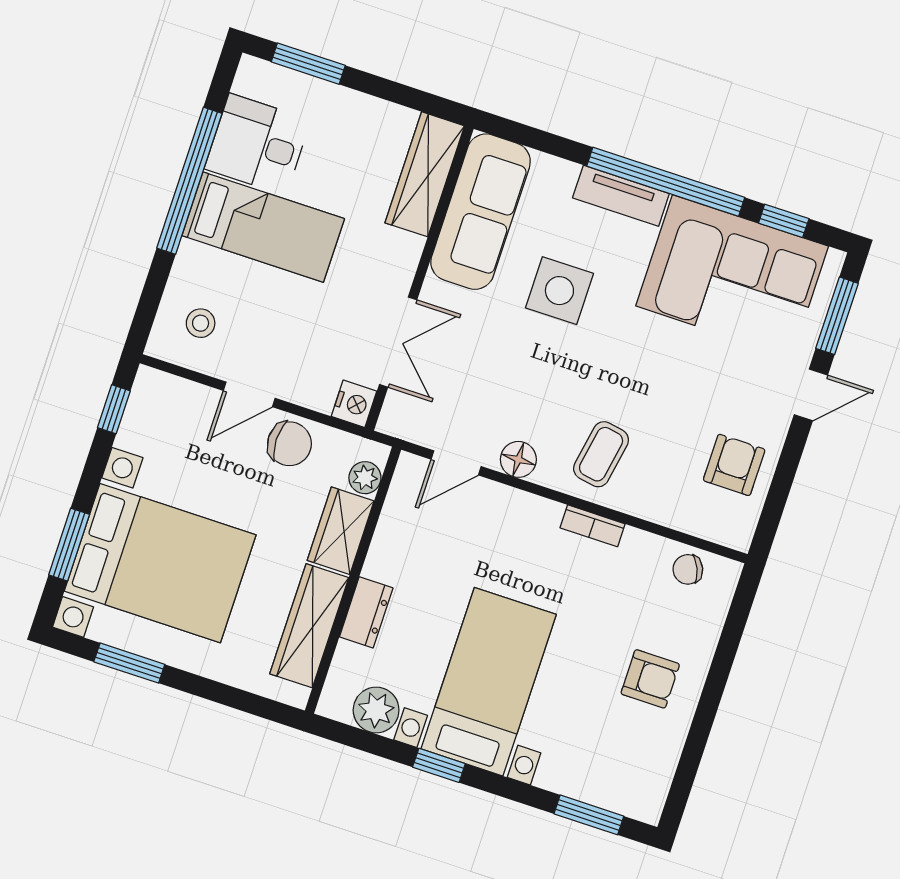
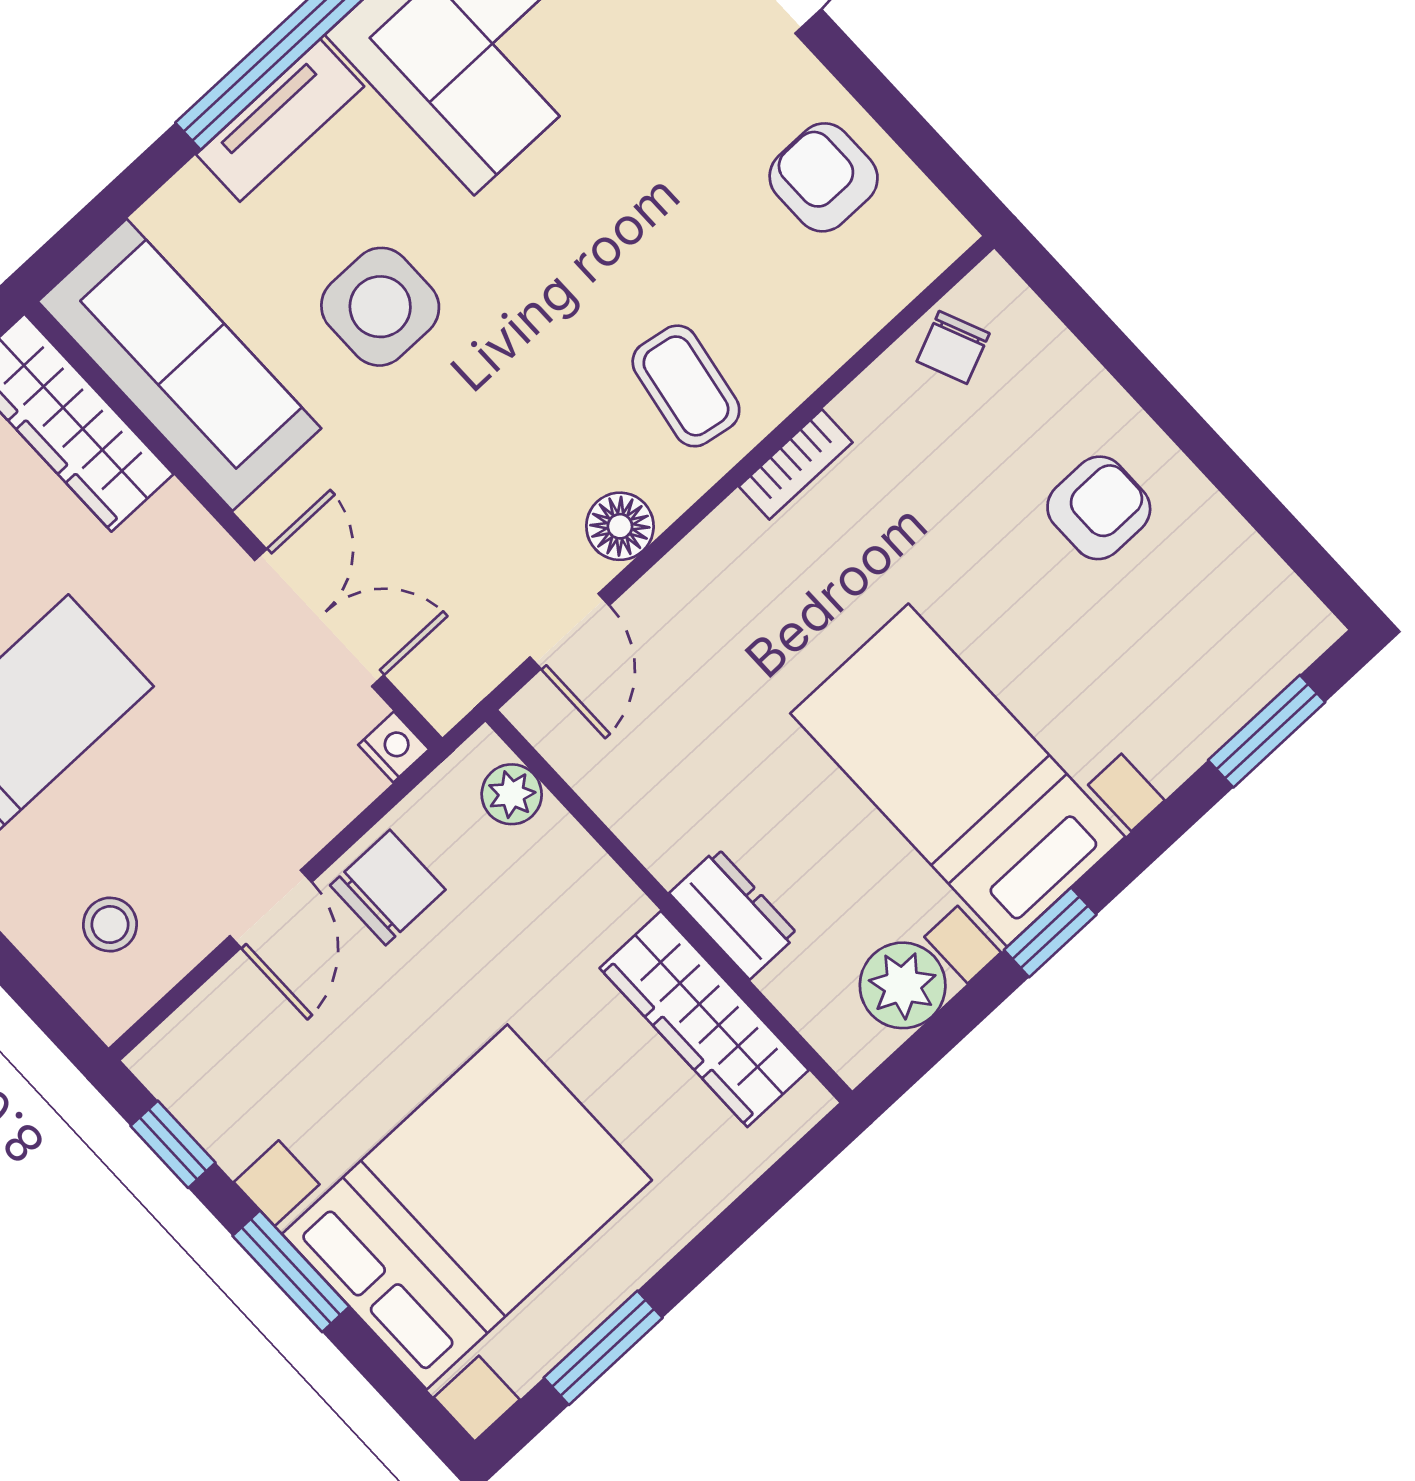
nightstand: (354, 404) -> (394, 747), width x0.72, depth x0.74
wardrobe: (341, 531) -> (577, 882), removed
window: (69, 545) -> (291, 1271), moved

